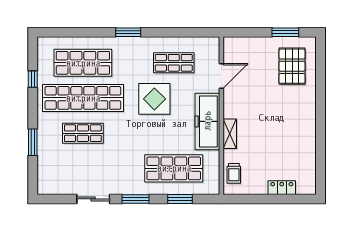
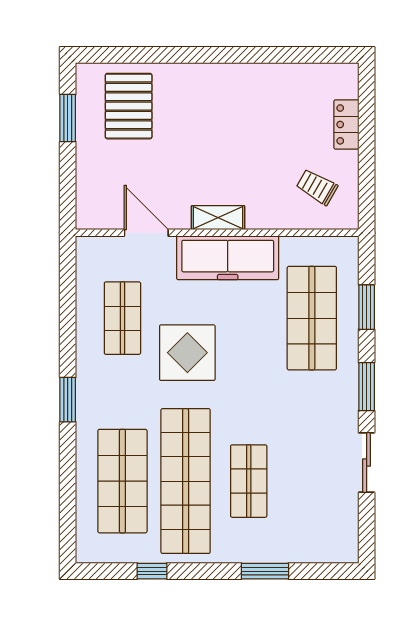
pallet: (292, 66) -> (129, 106), turned 90
shelving: (230, 134) -> (218, 218), moved
trolley: (234, 173) -> (317, 187), moved, turned -150

